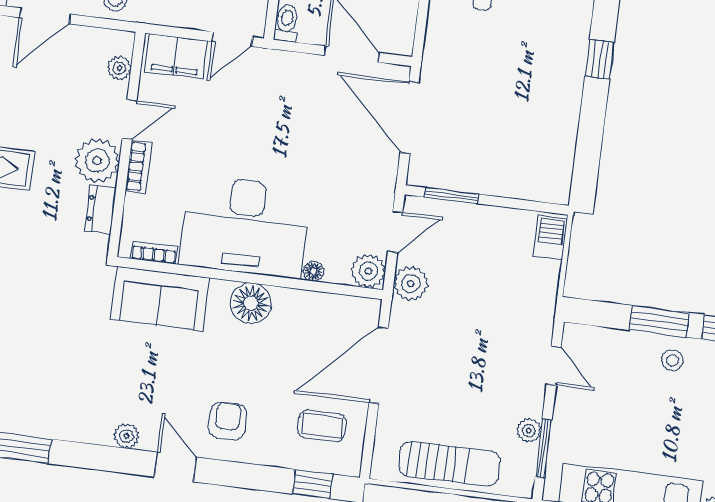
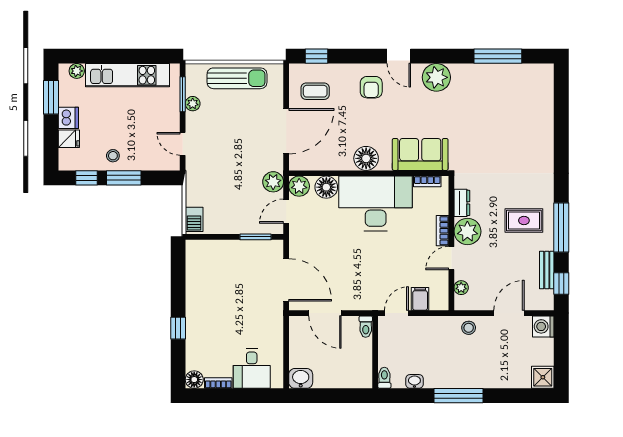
filing cabinet: (176, 56) -> (420, 299), width x0.50
floor lamp: (313, 271) -> (326, 187), width x1.89, depth x1.89
plant: (126, 436) -> (436, 77), width x1.87, depth x1.87
sun lounger: (450, 464) -> (237, 78), turned 180

